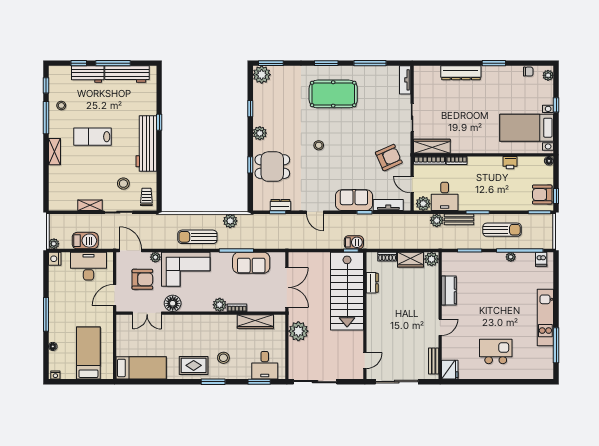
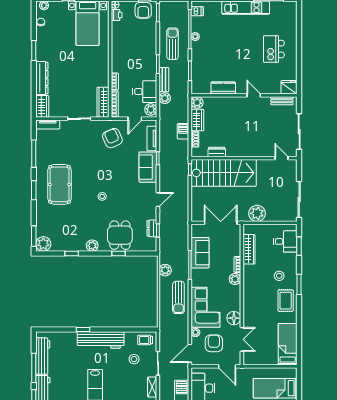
wardrobe: (427, 73) -> (42, 106), added
printer: (510, 163) -> (117, 15), moved
barbecue: (354, 242) -> (183, 131), moved

